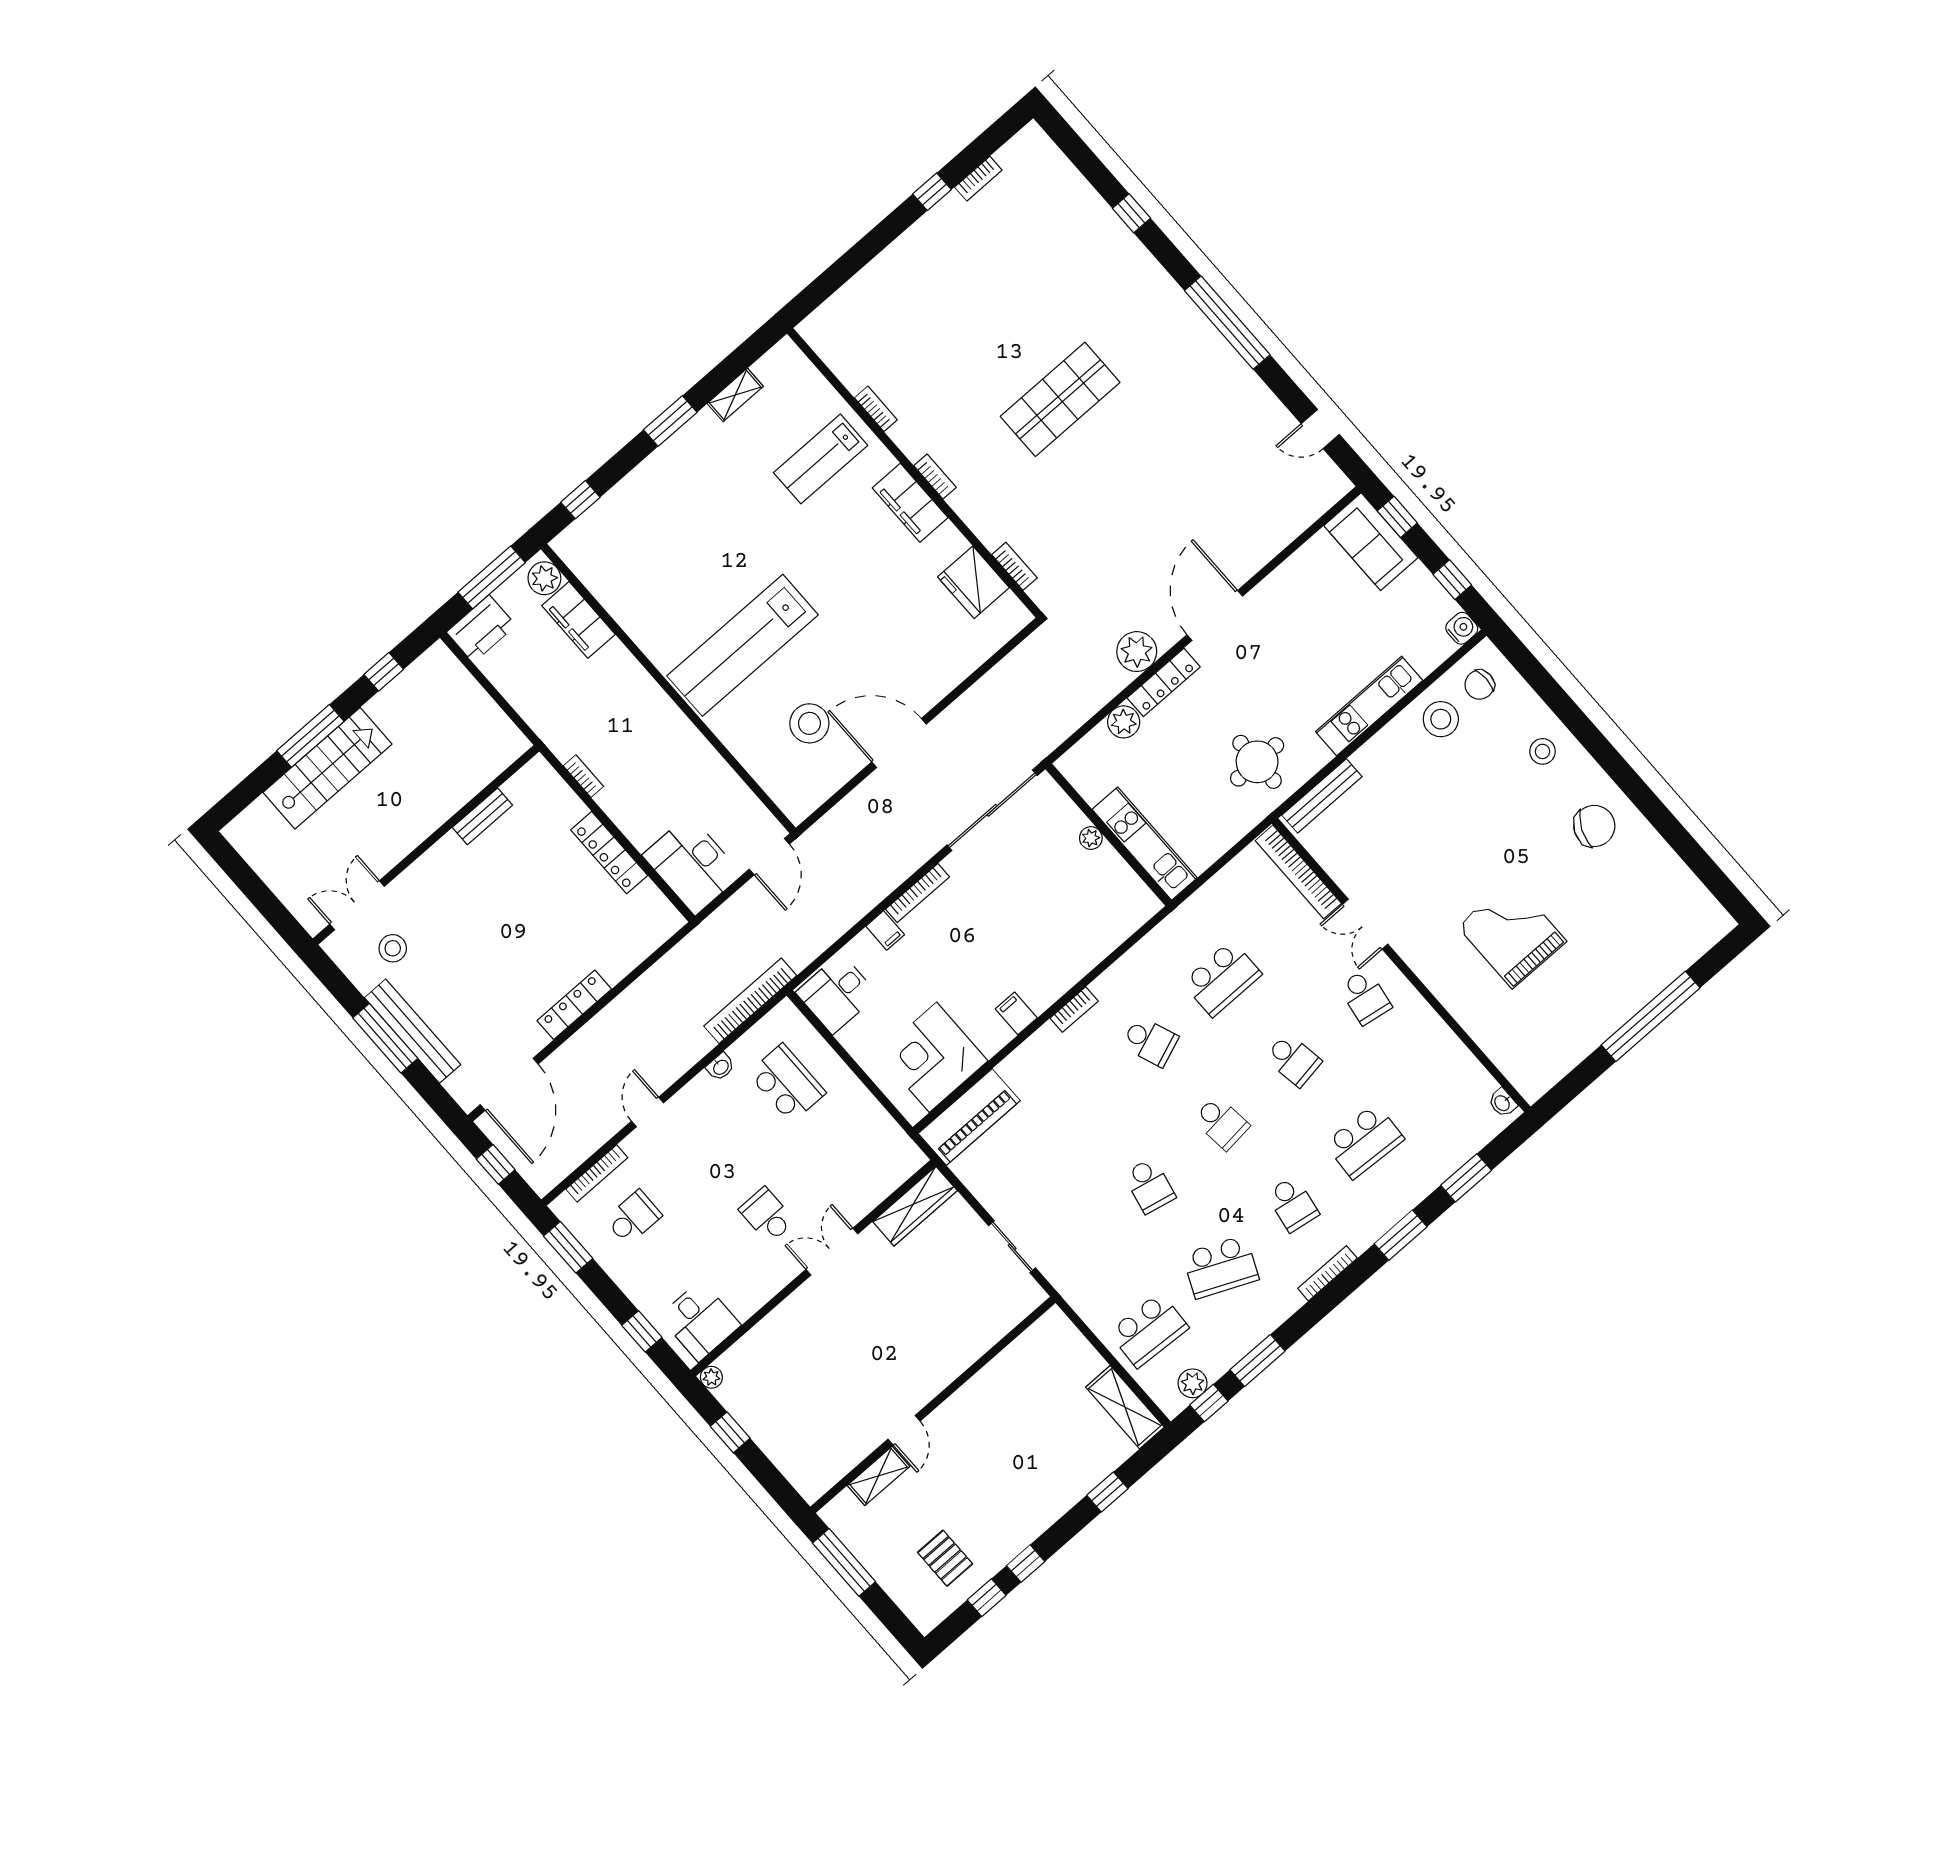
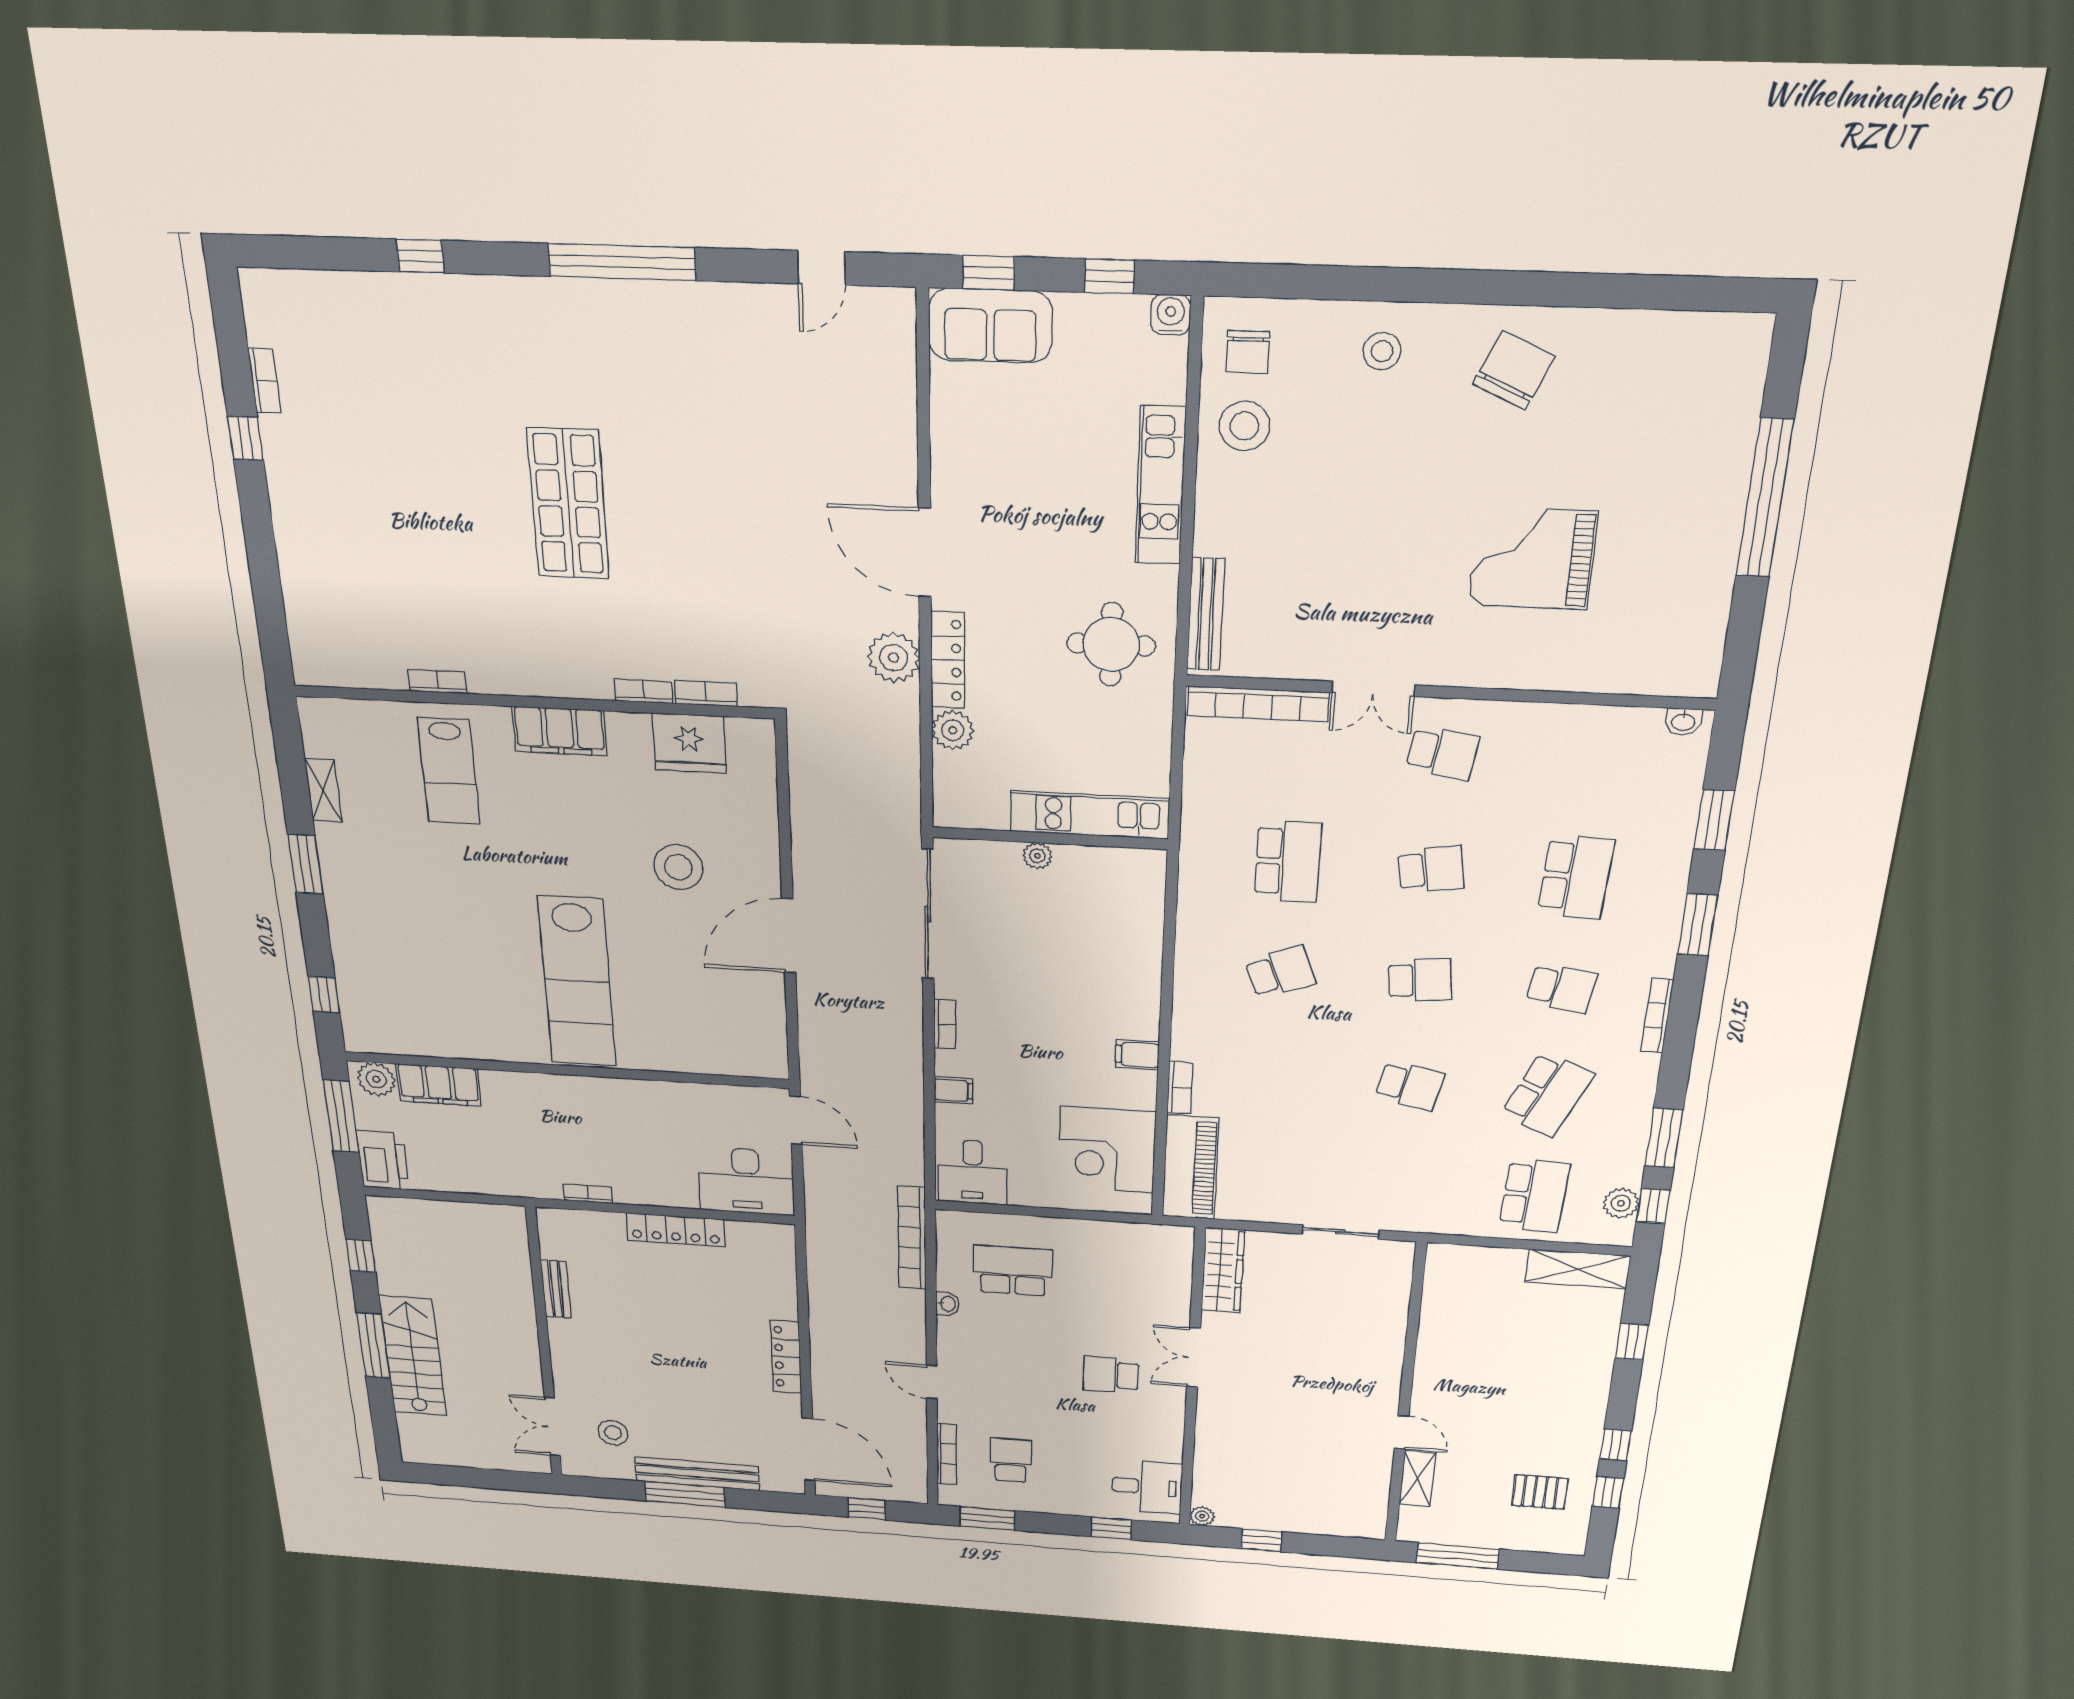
bookcase: (935, 476) -> (643, 691), moved
stool: (809, 723) -> (678, 867), moved
bookcase: (918, 893) -> (945, 1024), width x0.64
bookcase: (1074, 1010) -> (1180, 1088), moved

